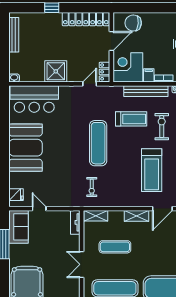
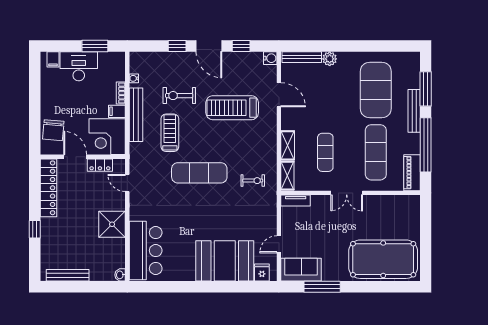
locker: (104, 72) -> (100, 165), moved
booth: (26, 148) -> (225, 261), moved
treadmill: (152, 170) -> (232, 108), turned 180
shelving: (136, 216) -> (288, 145), moved

